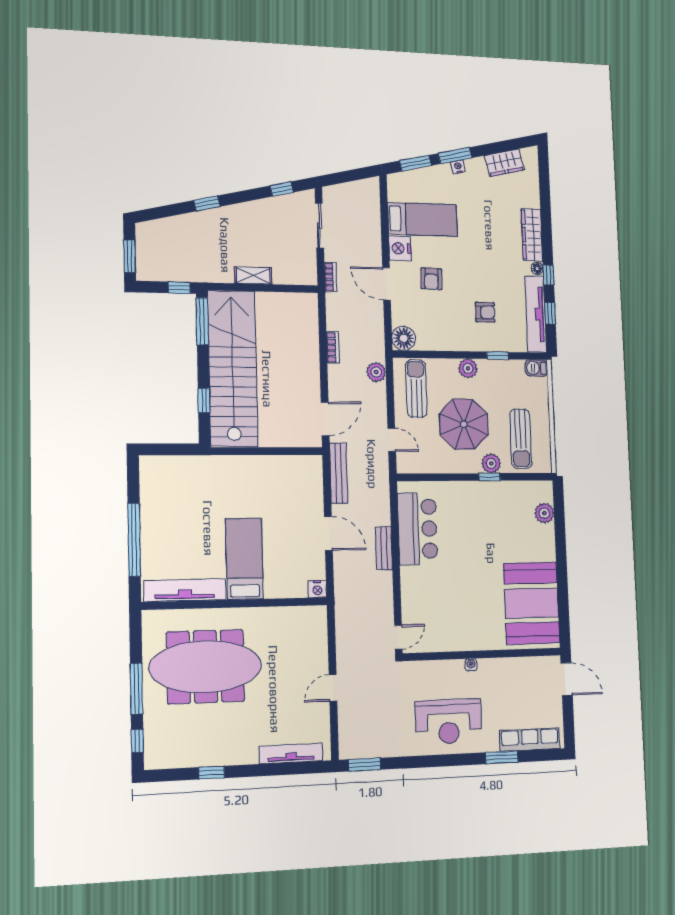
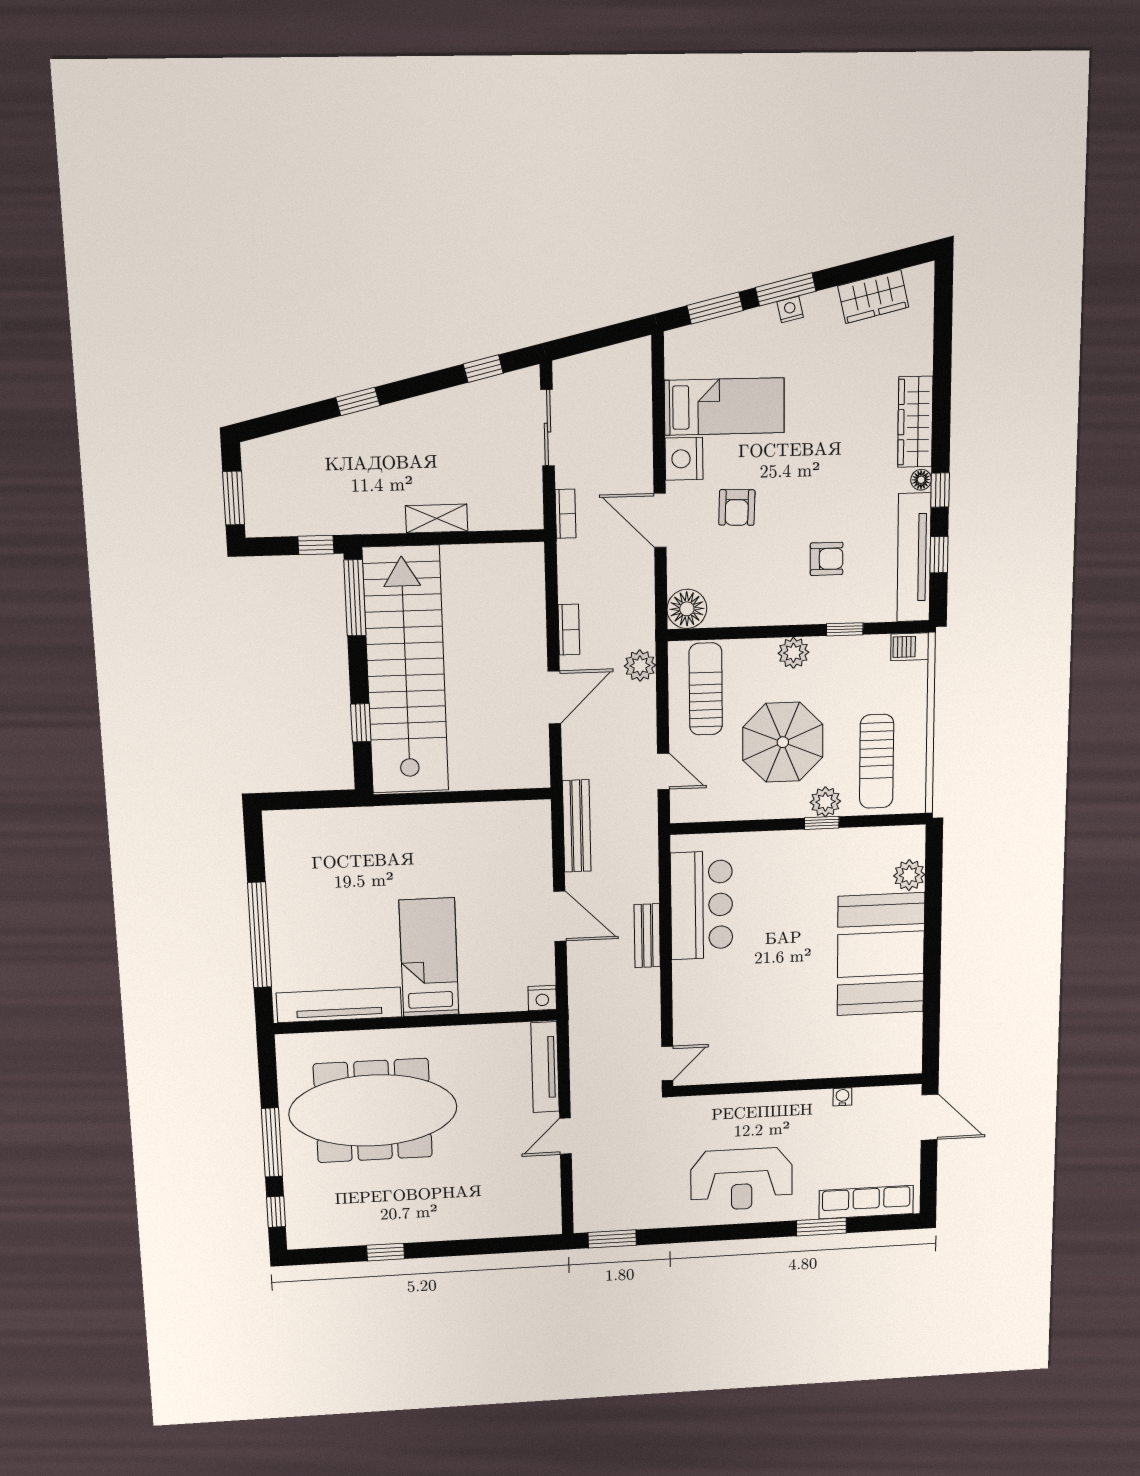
door: (325, 419) -> (554, 697), moved
booth: (532, 603) -> (881, 954), moved
water cooler: (471, 665) -> (842, 1097), moved
tv unit: (291, 754) -> (545, 1067), moved, turned -90

